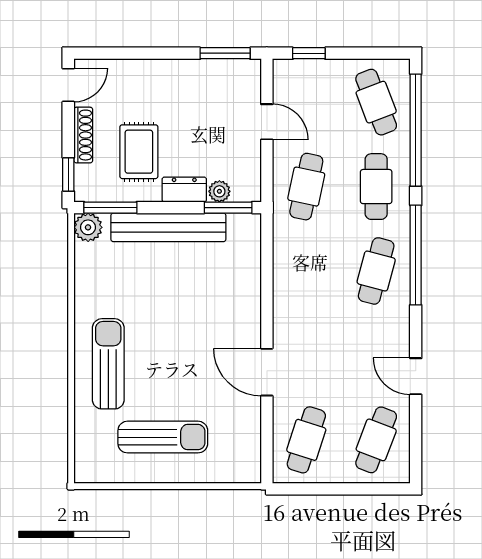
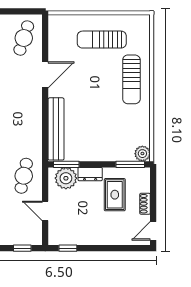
window: (225, 53) -> (68, 248), width x0.67
shoe rack: (83, 135) -> (145, 204), width x0.70
window: (68, 174) -> (153, 182), removed
plant: (219, 191) -> (66, 178), width x1.87, depth x1.87
bench: (168, 227) -> (56, 129), moved, turned 90
door: (267, 372) -> (45, 75), hinge flipped

